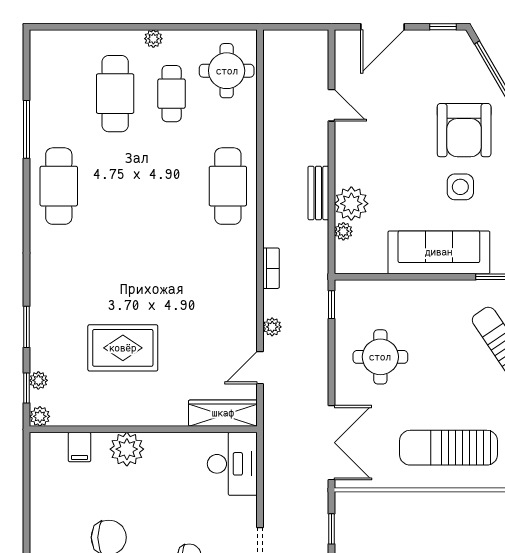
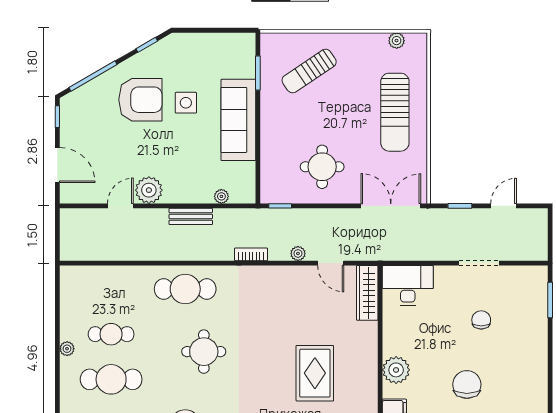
round table: (227, 71) -> (204, 352), moved
plant: (351, 204) -> (149, 190), moved

